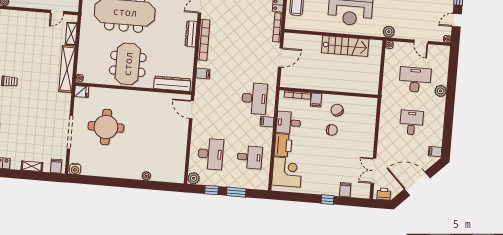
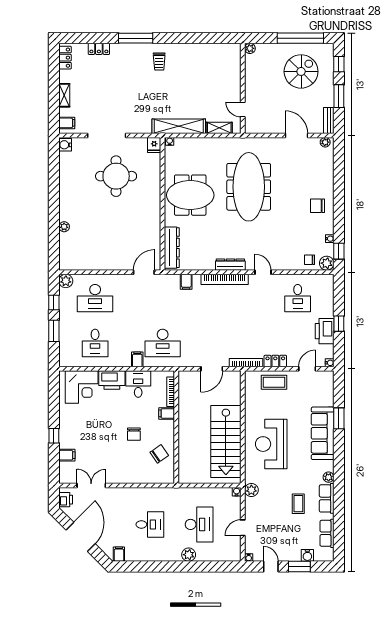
stairs: (345, 46) -> (226, 442), width x1.36, depth x1.51
door: (280, 57) -> (212, 369), hinge flipped
chair: (337, 110) -> (159, 454), moved

